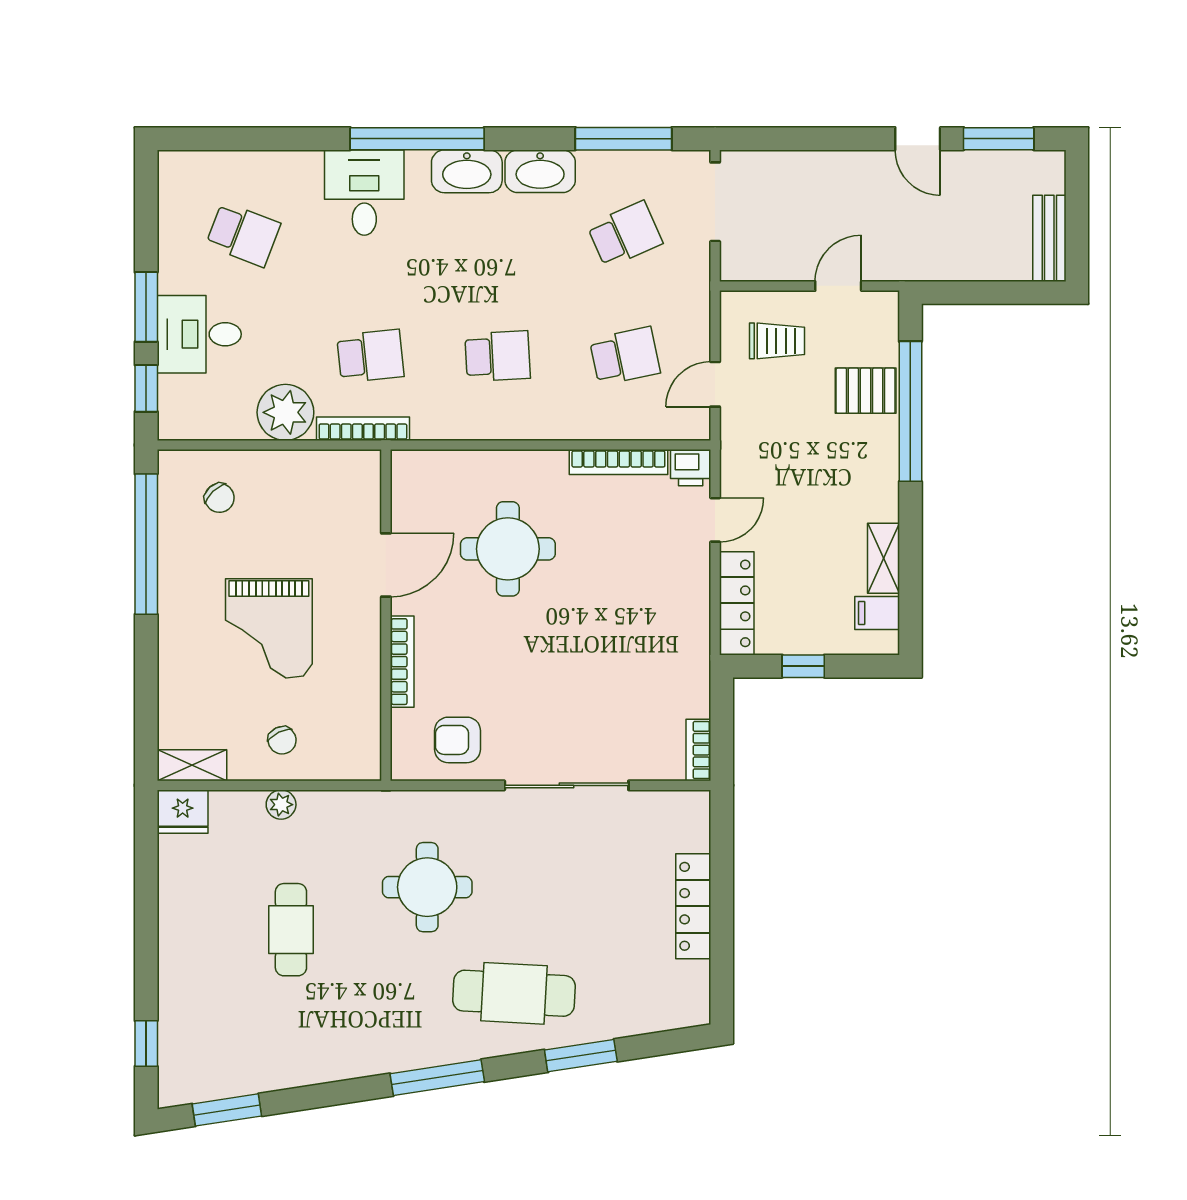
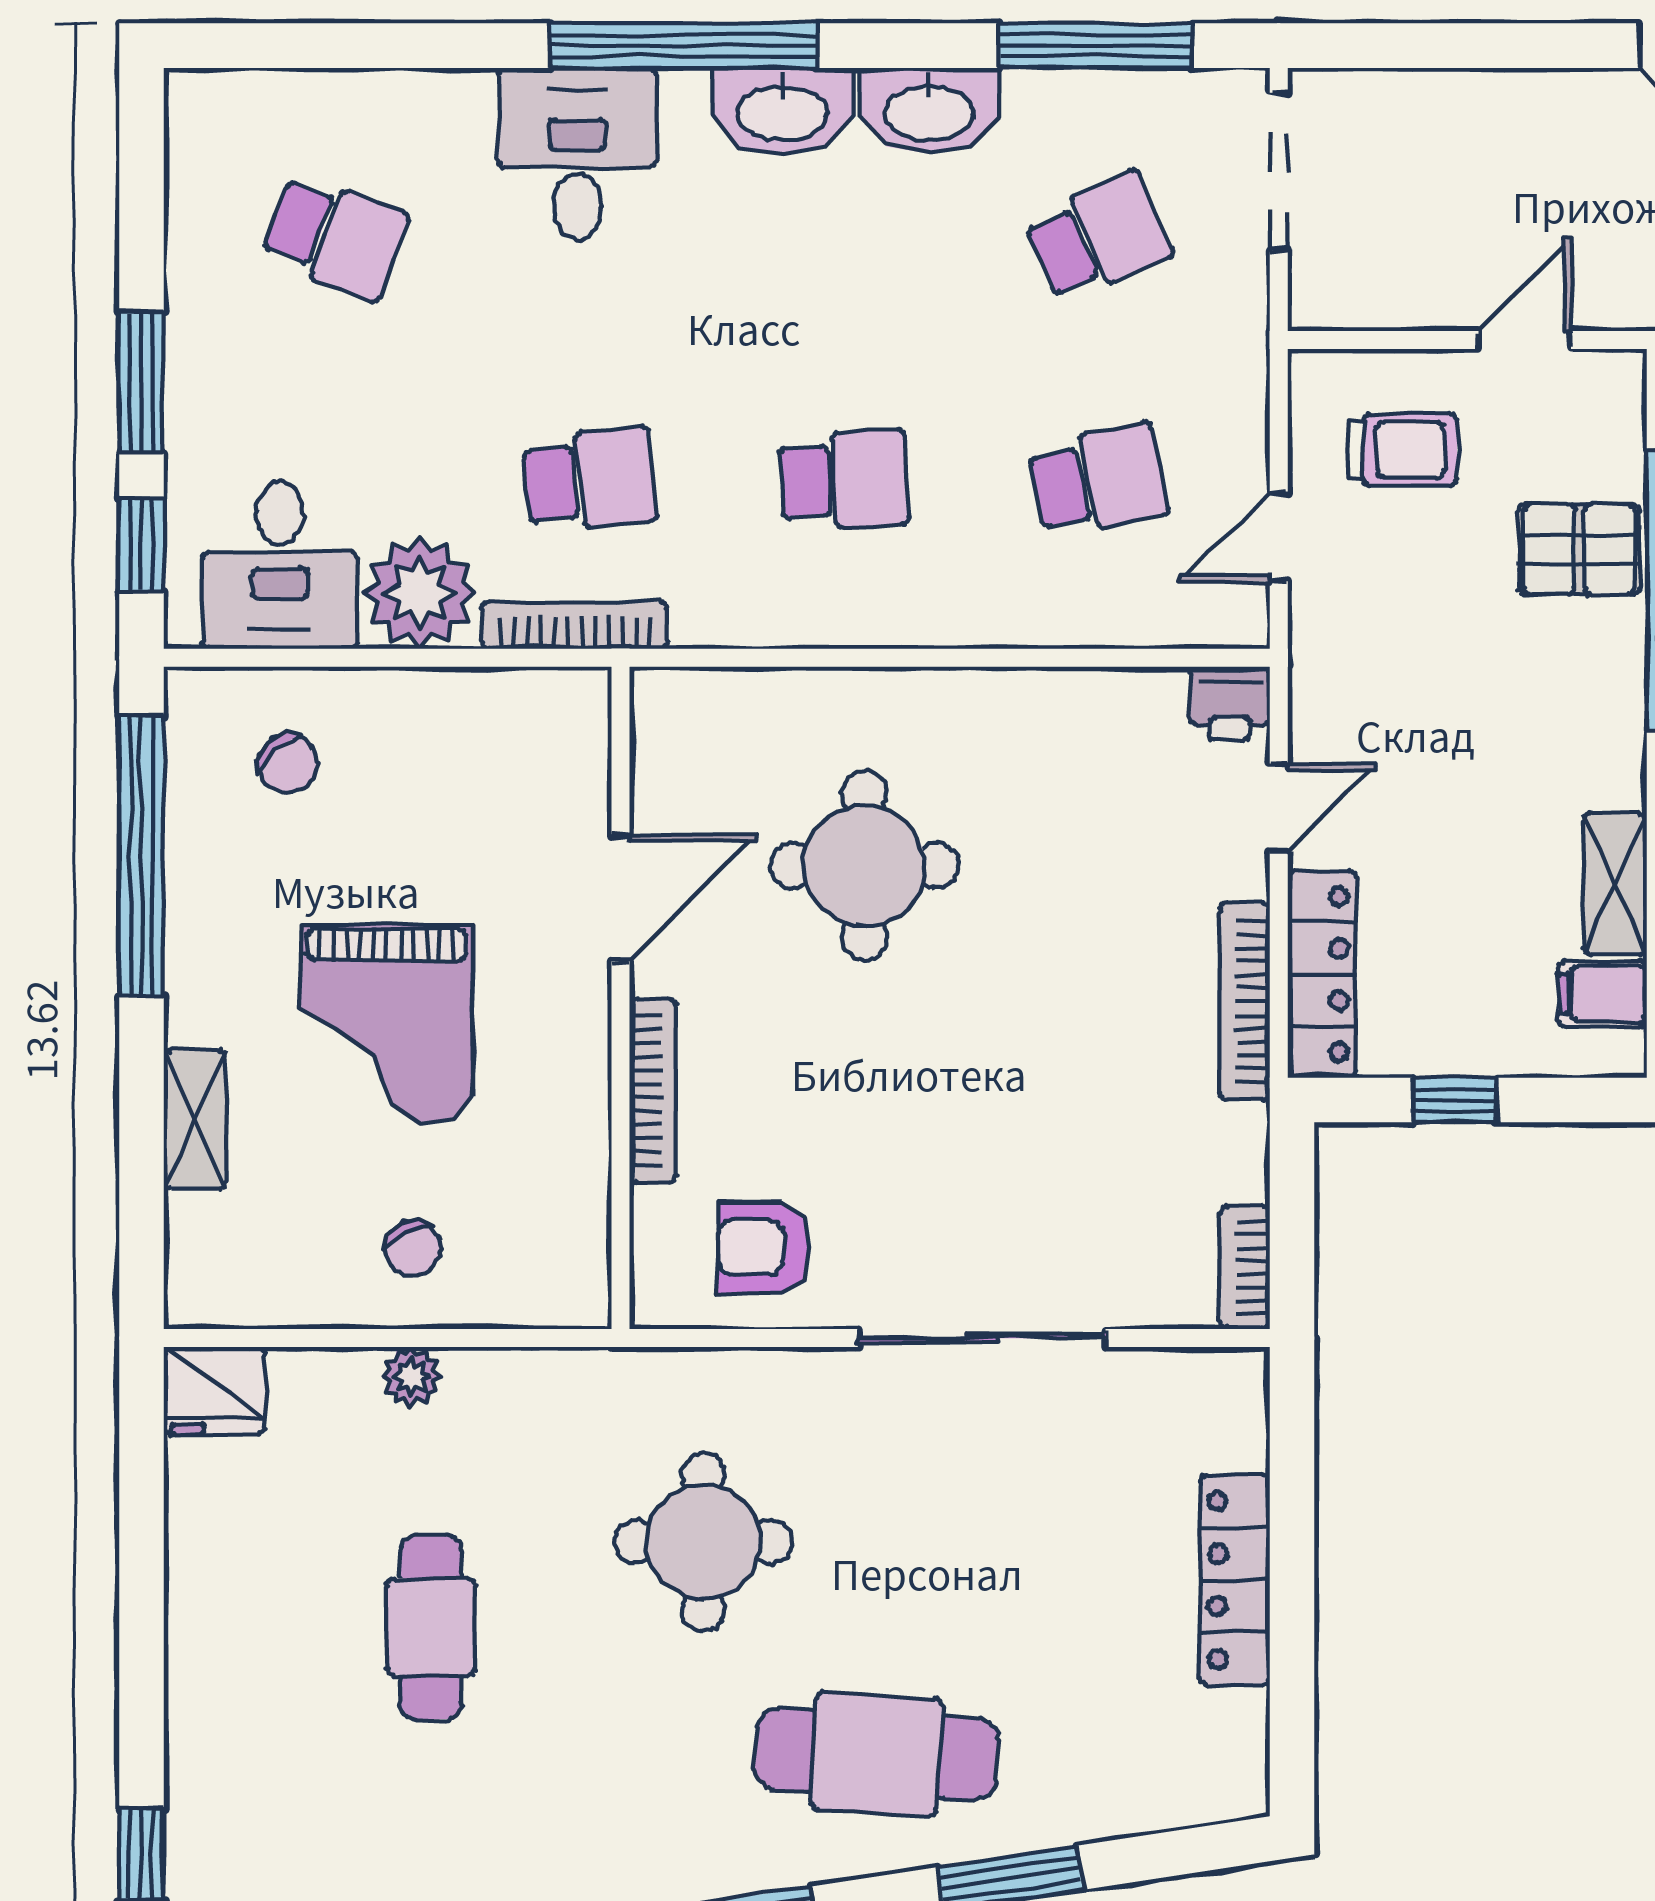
desk: (199, 334) -> (280, 565), moved, turned -90
bookcase: (618, 462) -> (1245, 1002), moved, turned 90
shelving: (192, 765) -> (195, 1119), moved, turned 90

